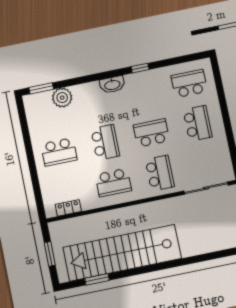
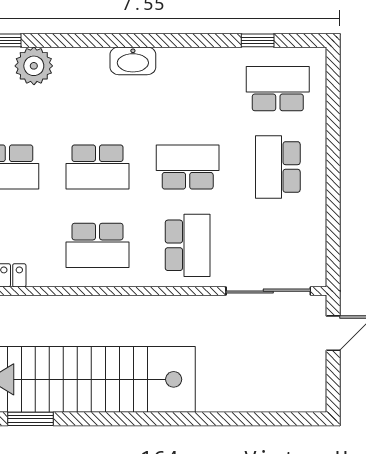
window: (140, 68) -> (258, 40), moved
school desk: (198, 123) -> (278, 167), turned 180
school desk: (105, 142) -> (97, 167), turned 90

